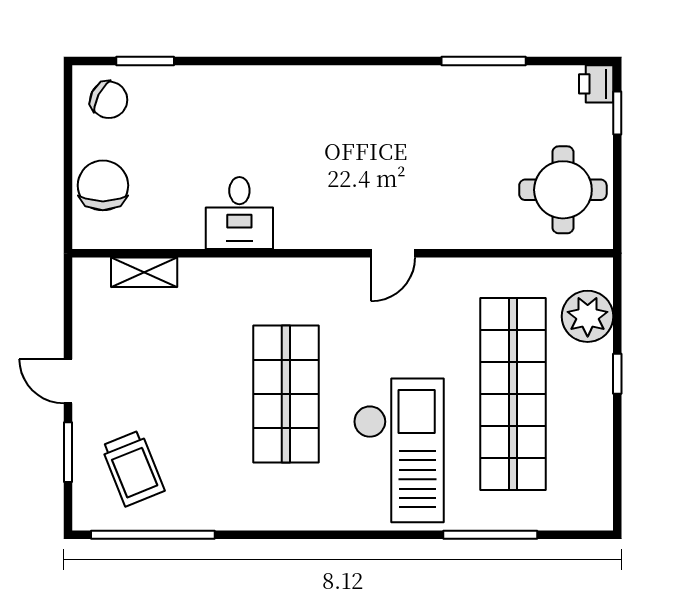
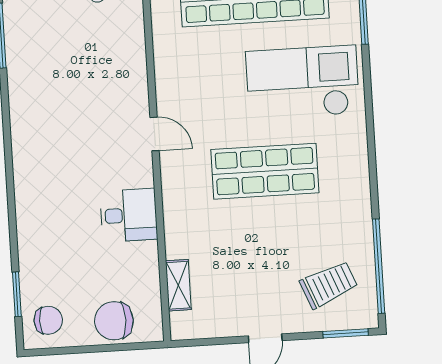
chair: (109, 100) -> (48, 320), turned 63
door: (393, 253) -> (155, 134), moved
window: (68, 452) -> (346, 333), moved

